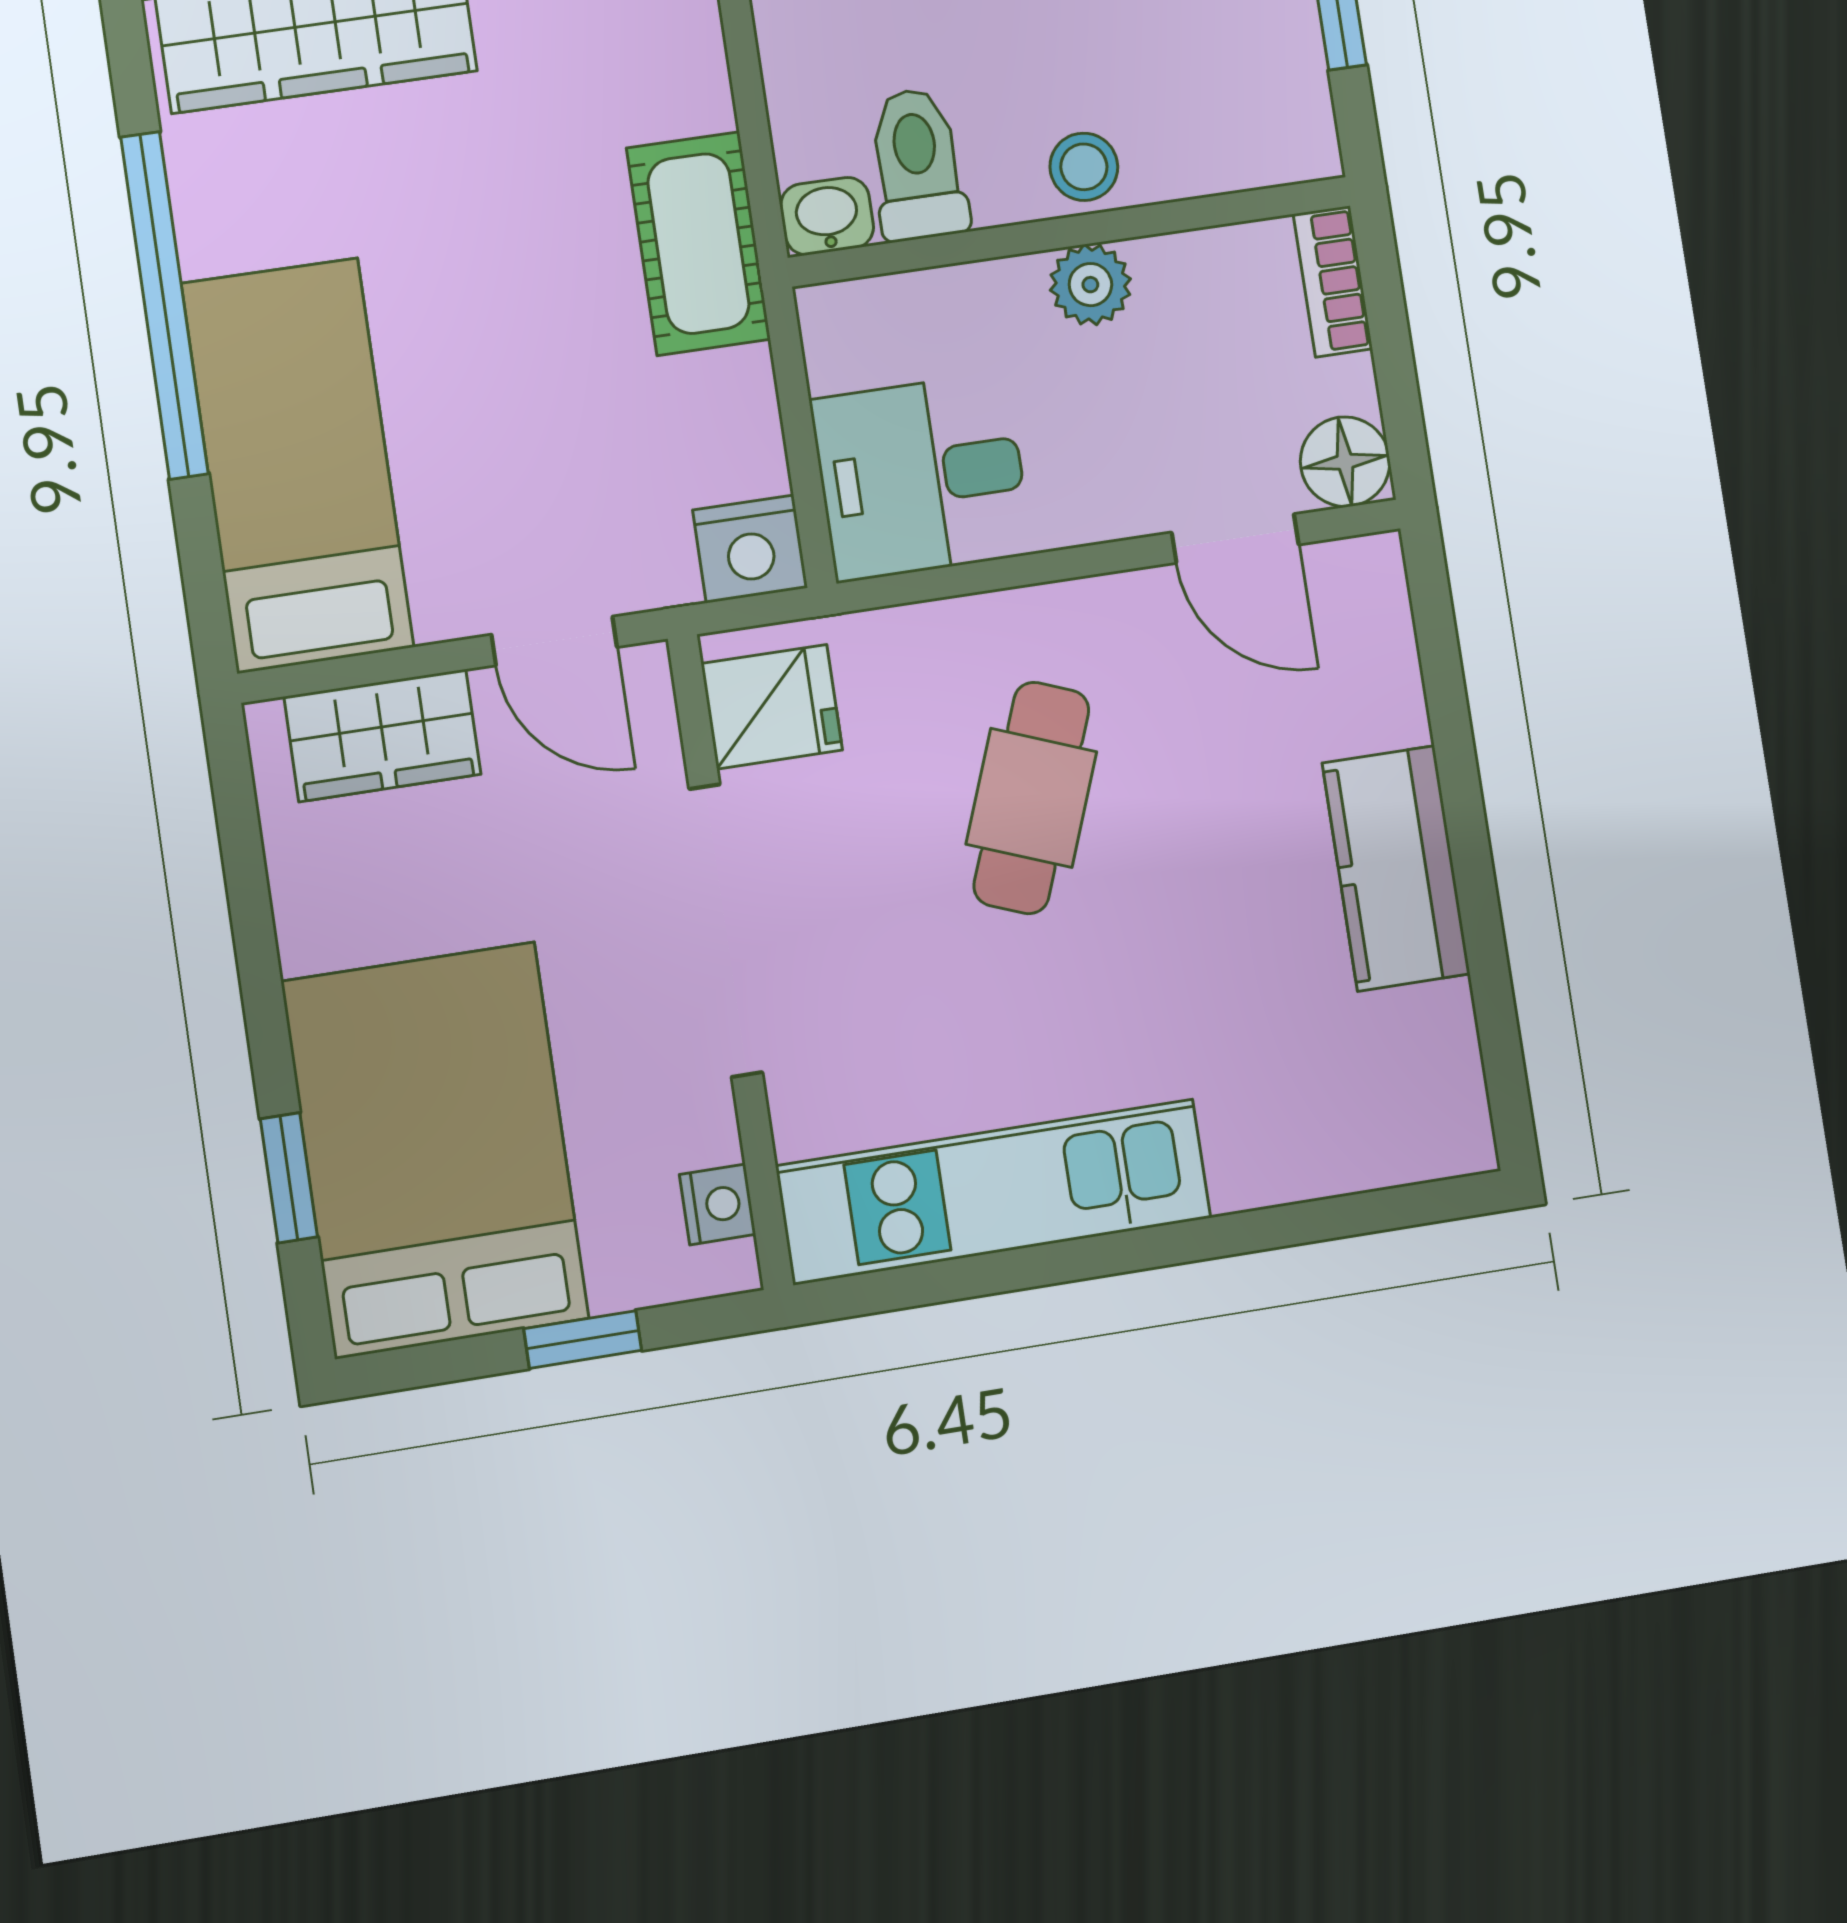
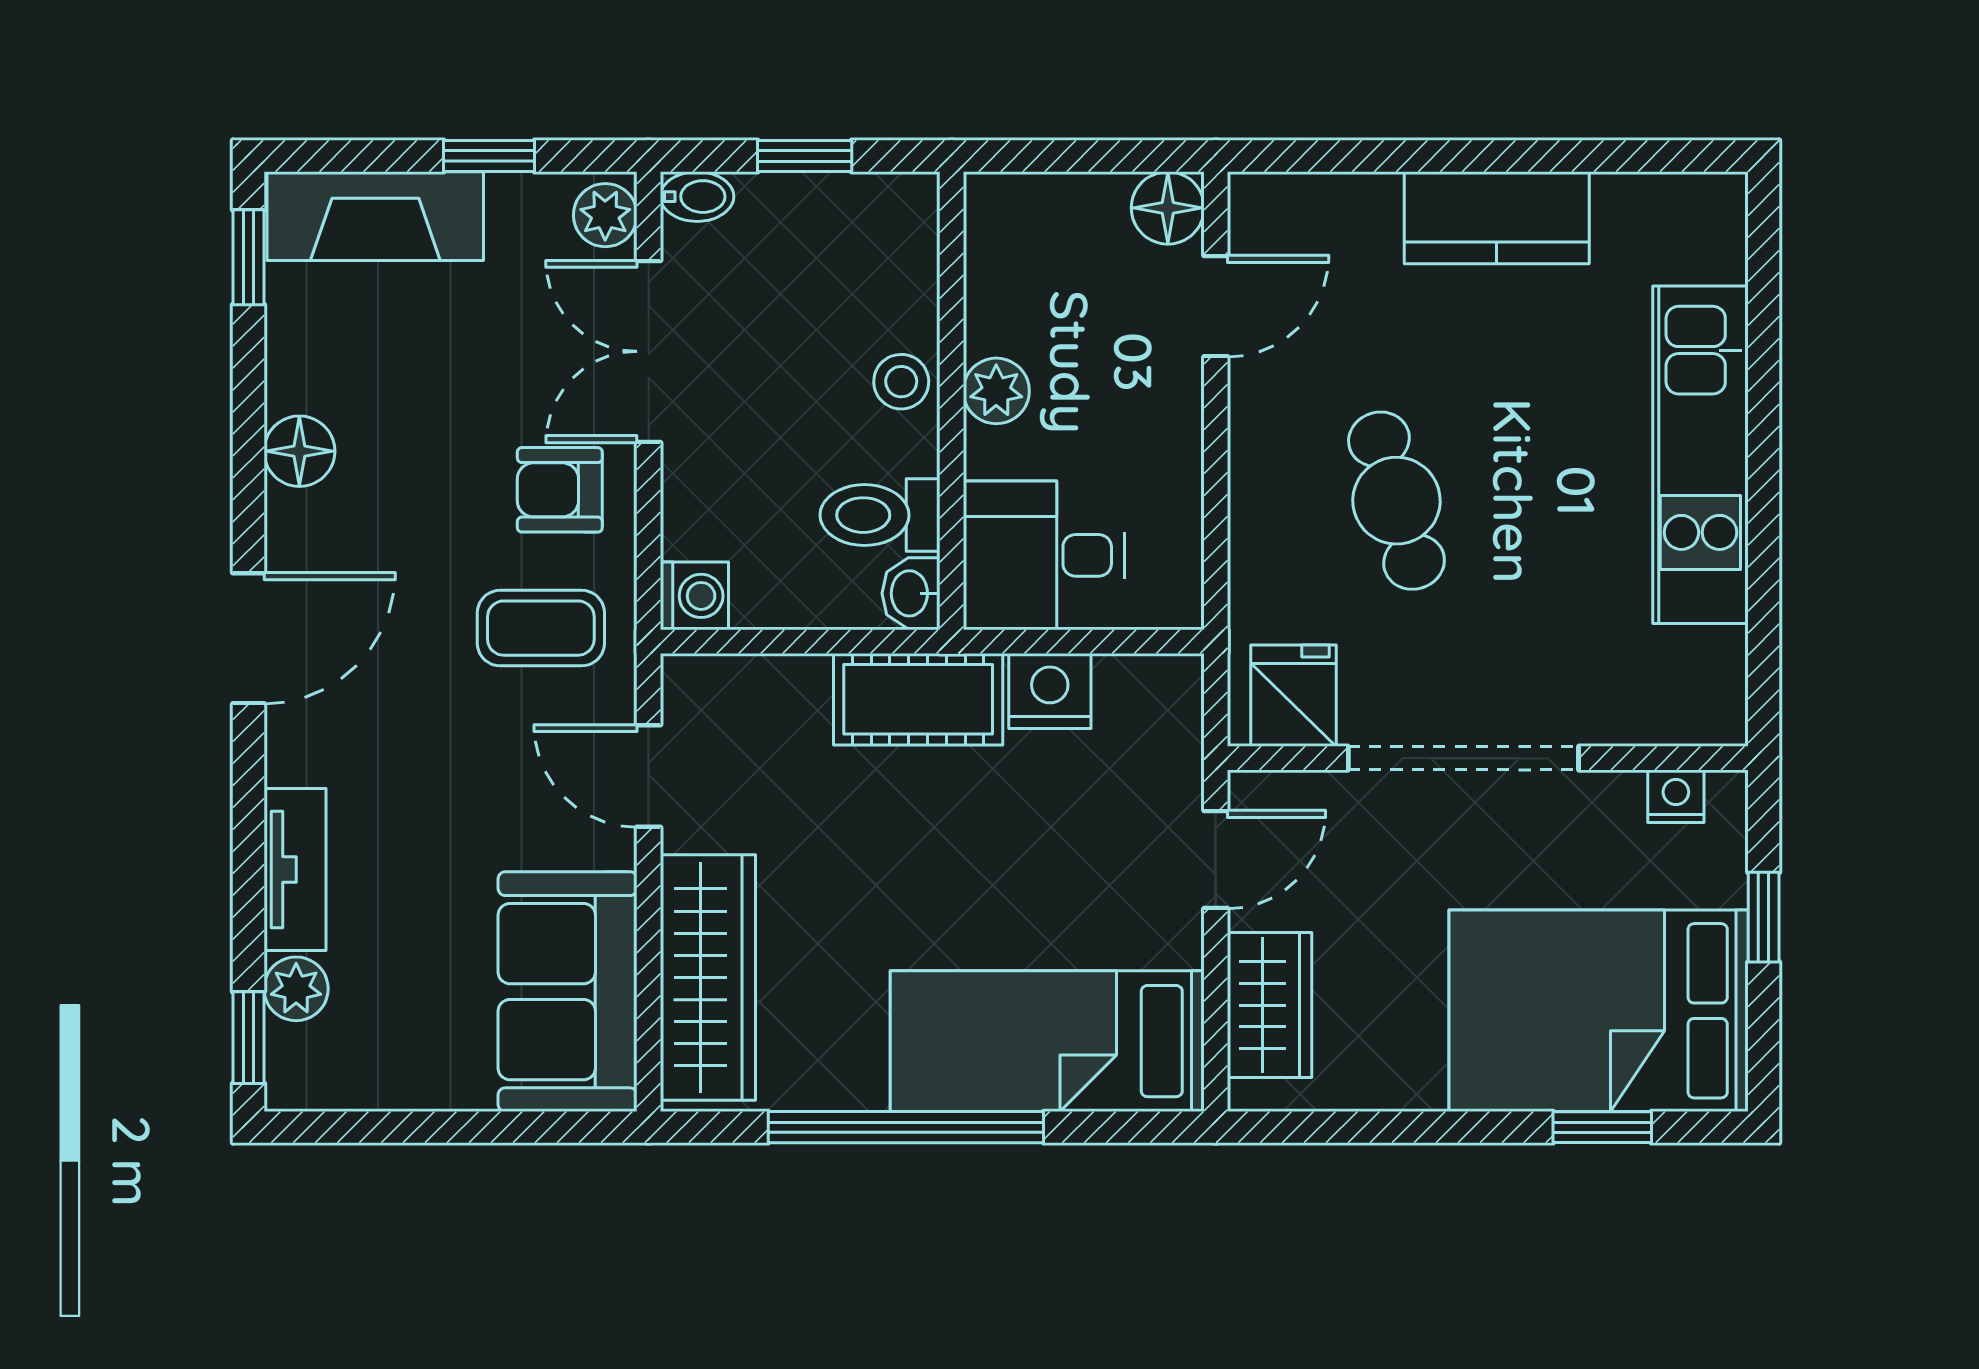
bookcase: (1333, 281) -> (1022, 195), removed
desk: (921, 477) -> (1044, 555), moved, turned 90
nightstand: (750, 549) -> (1050, 691), moved, turned -90
cafe table: (1031, 798) -> (1396, 501), turned 53
kitchen unit: (994, 1192) -> (1700, 455), moved

